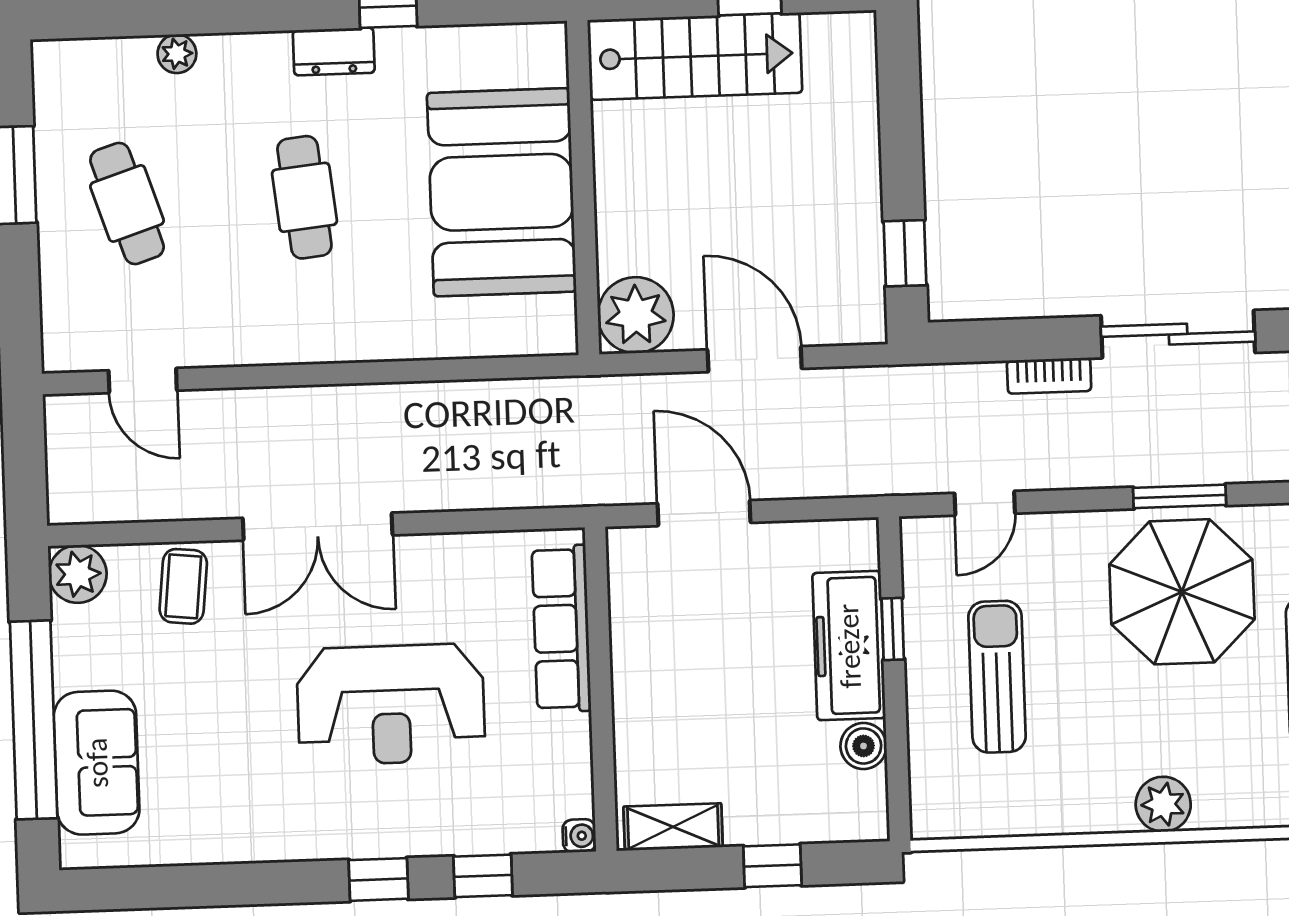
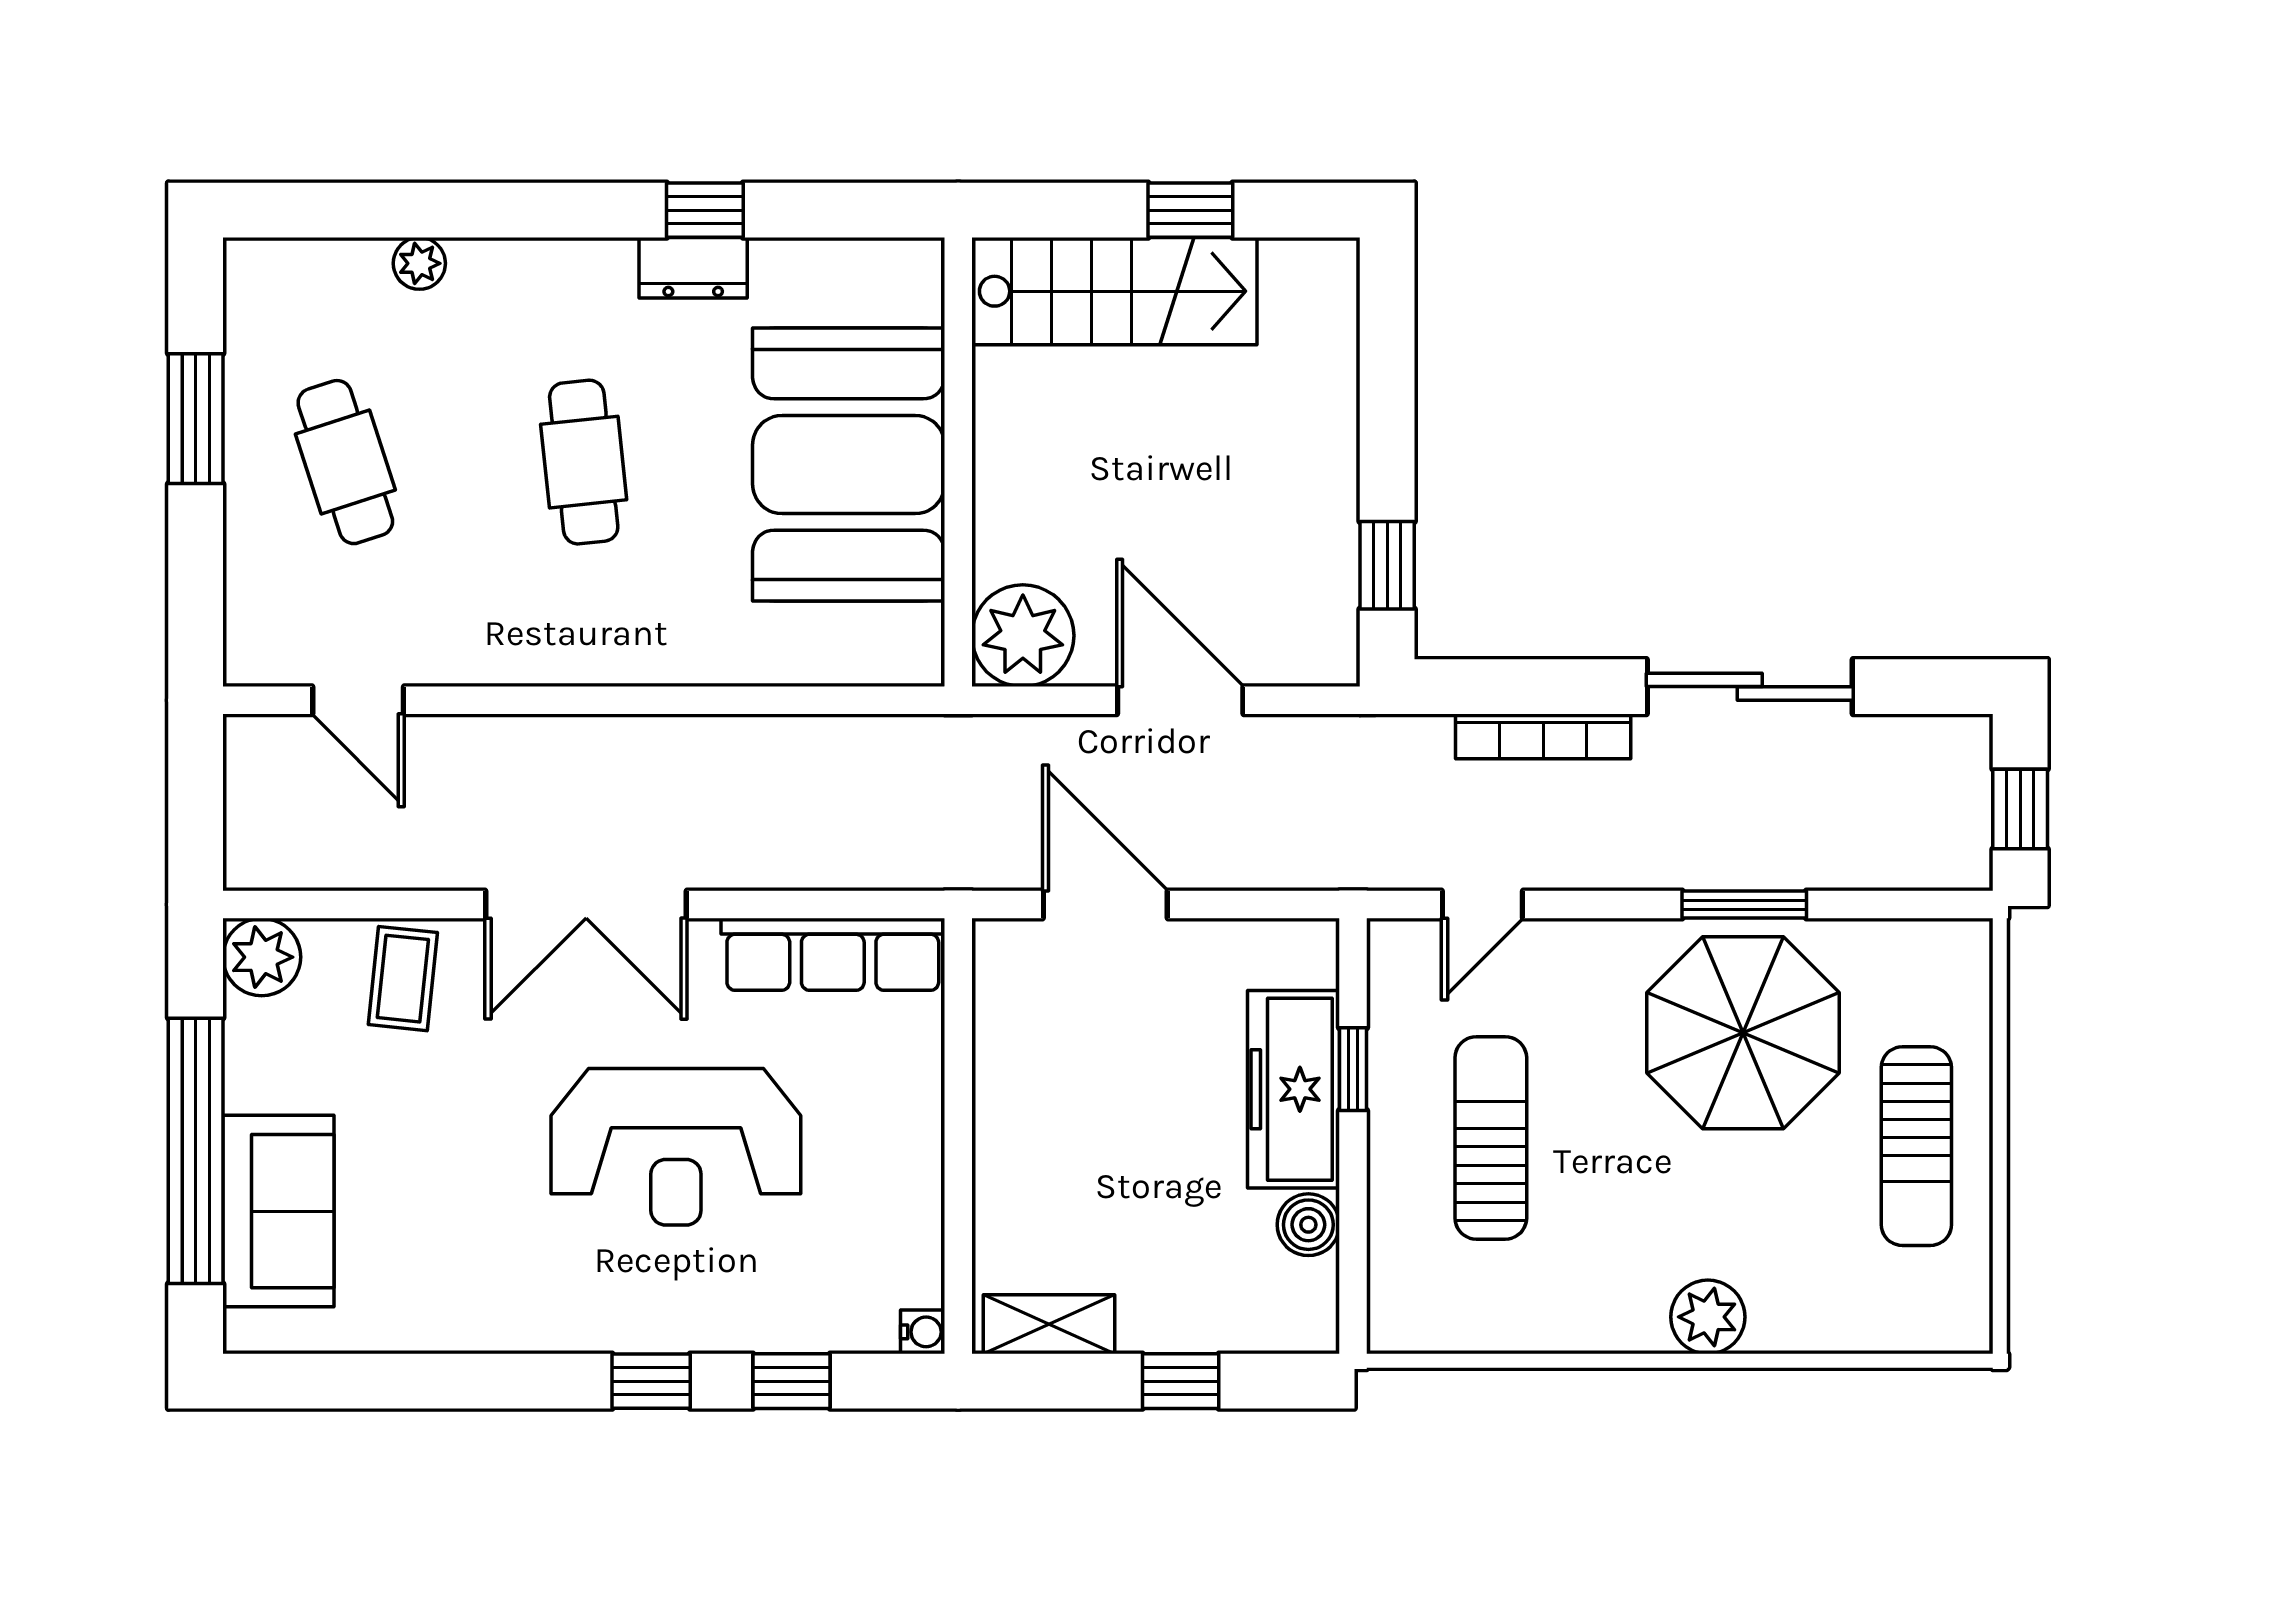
dresser: (334, 52) -> (693, 268), moved
bookcase: (1049, 376) -> (1543, 736), width x1.56
row of seats: (561, 629) -> (833, 954), moved, turned -90

